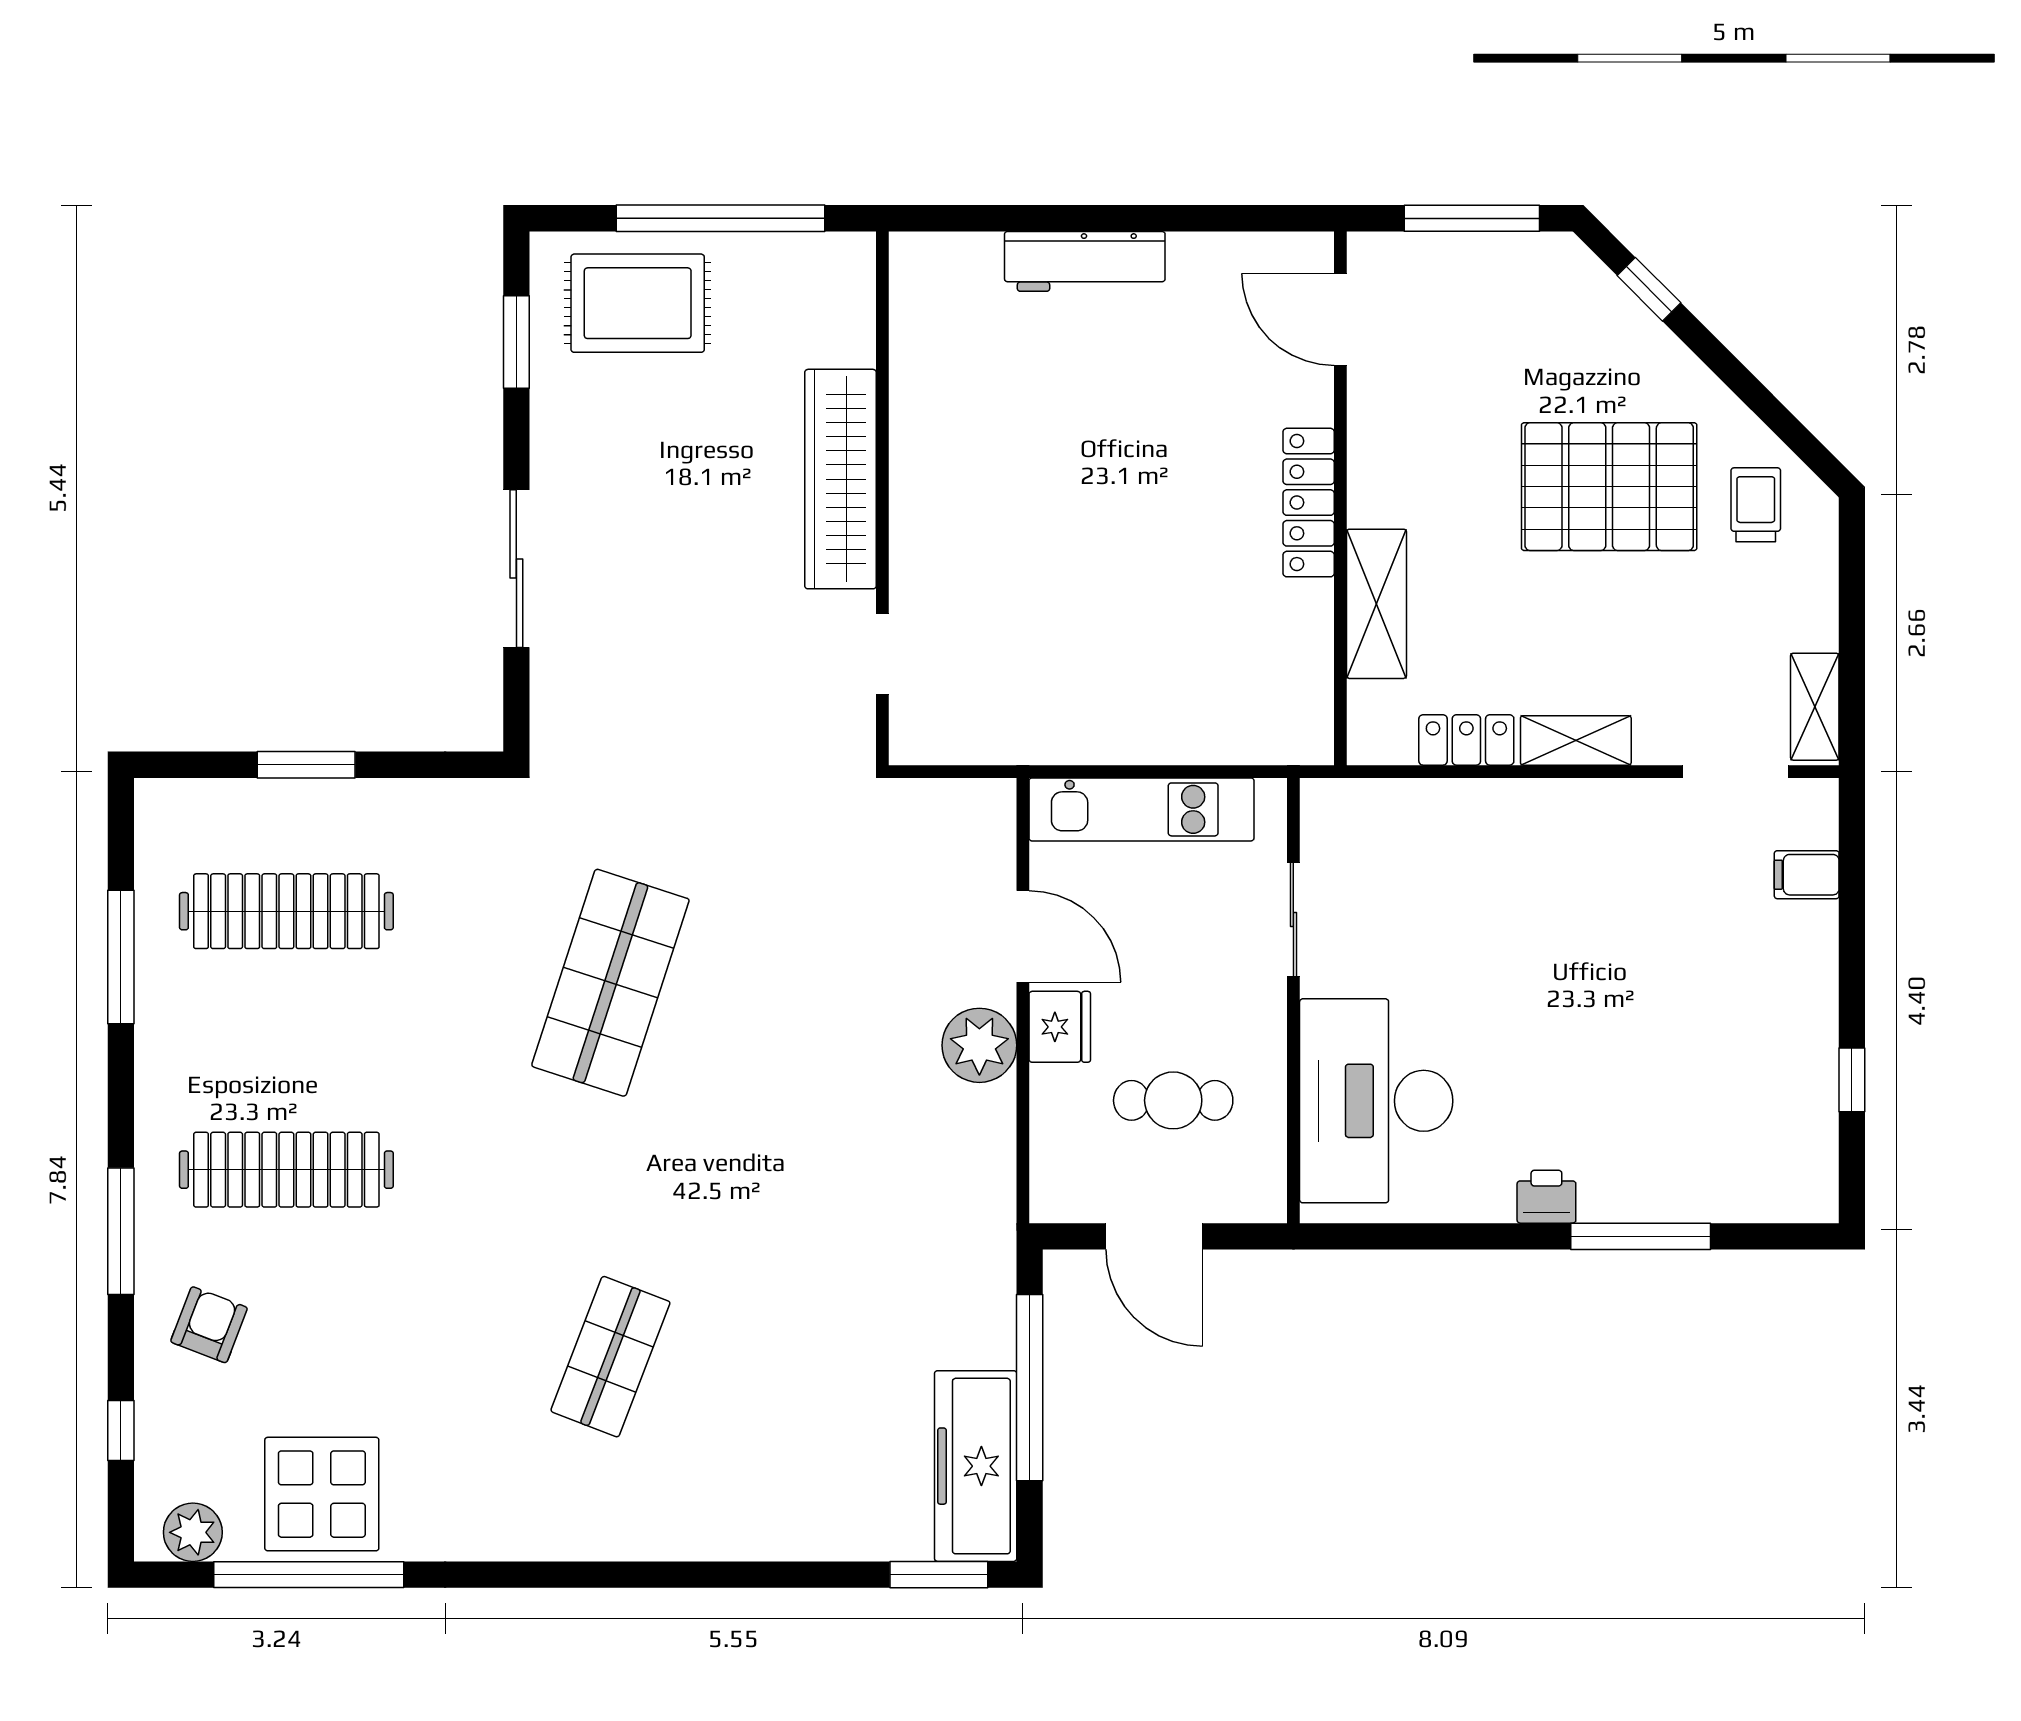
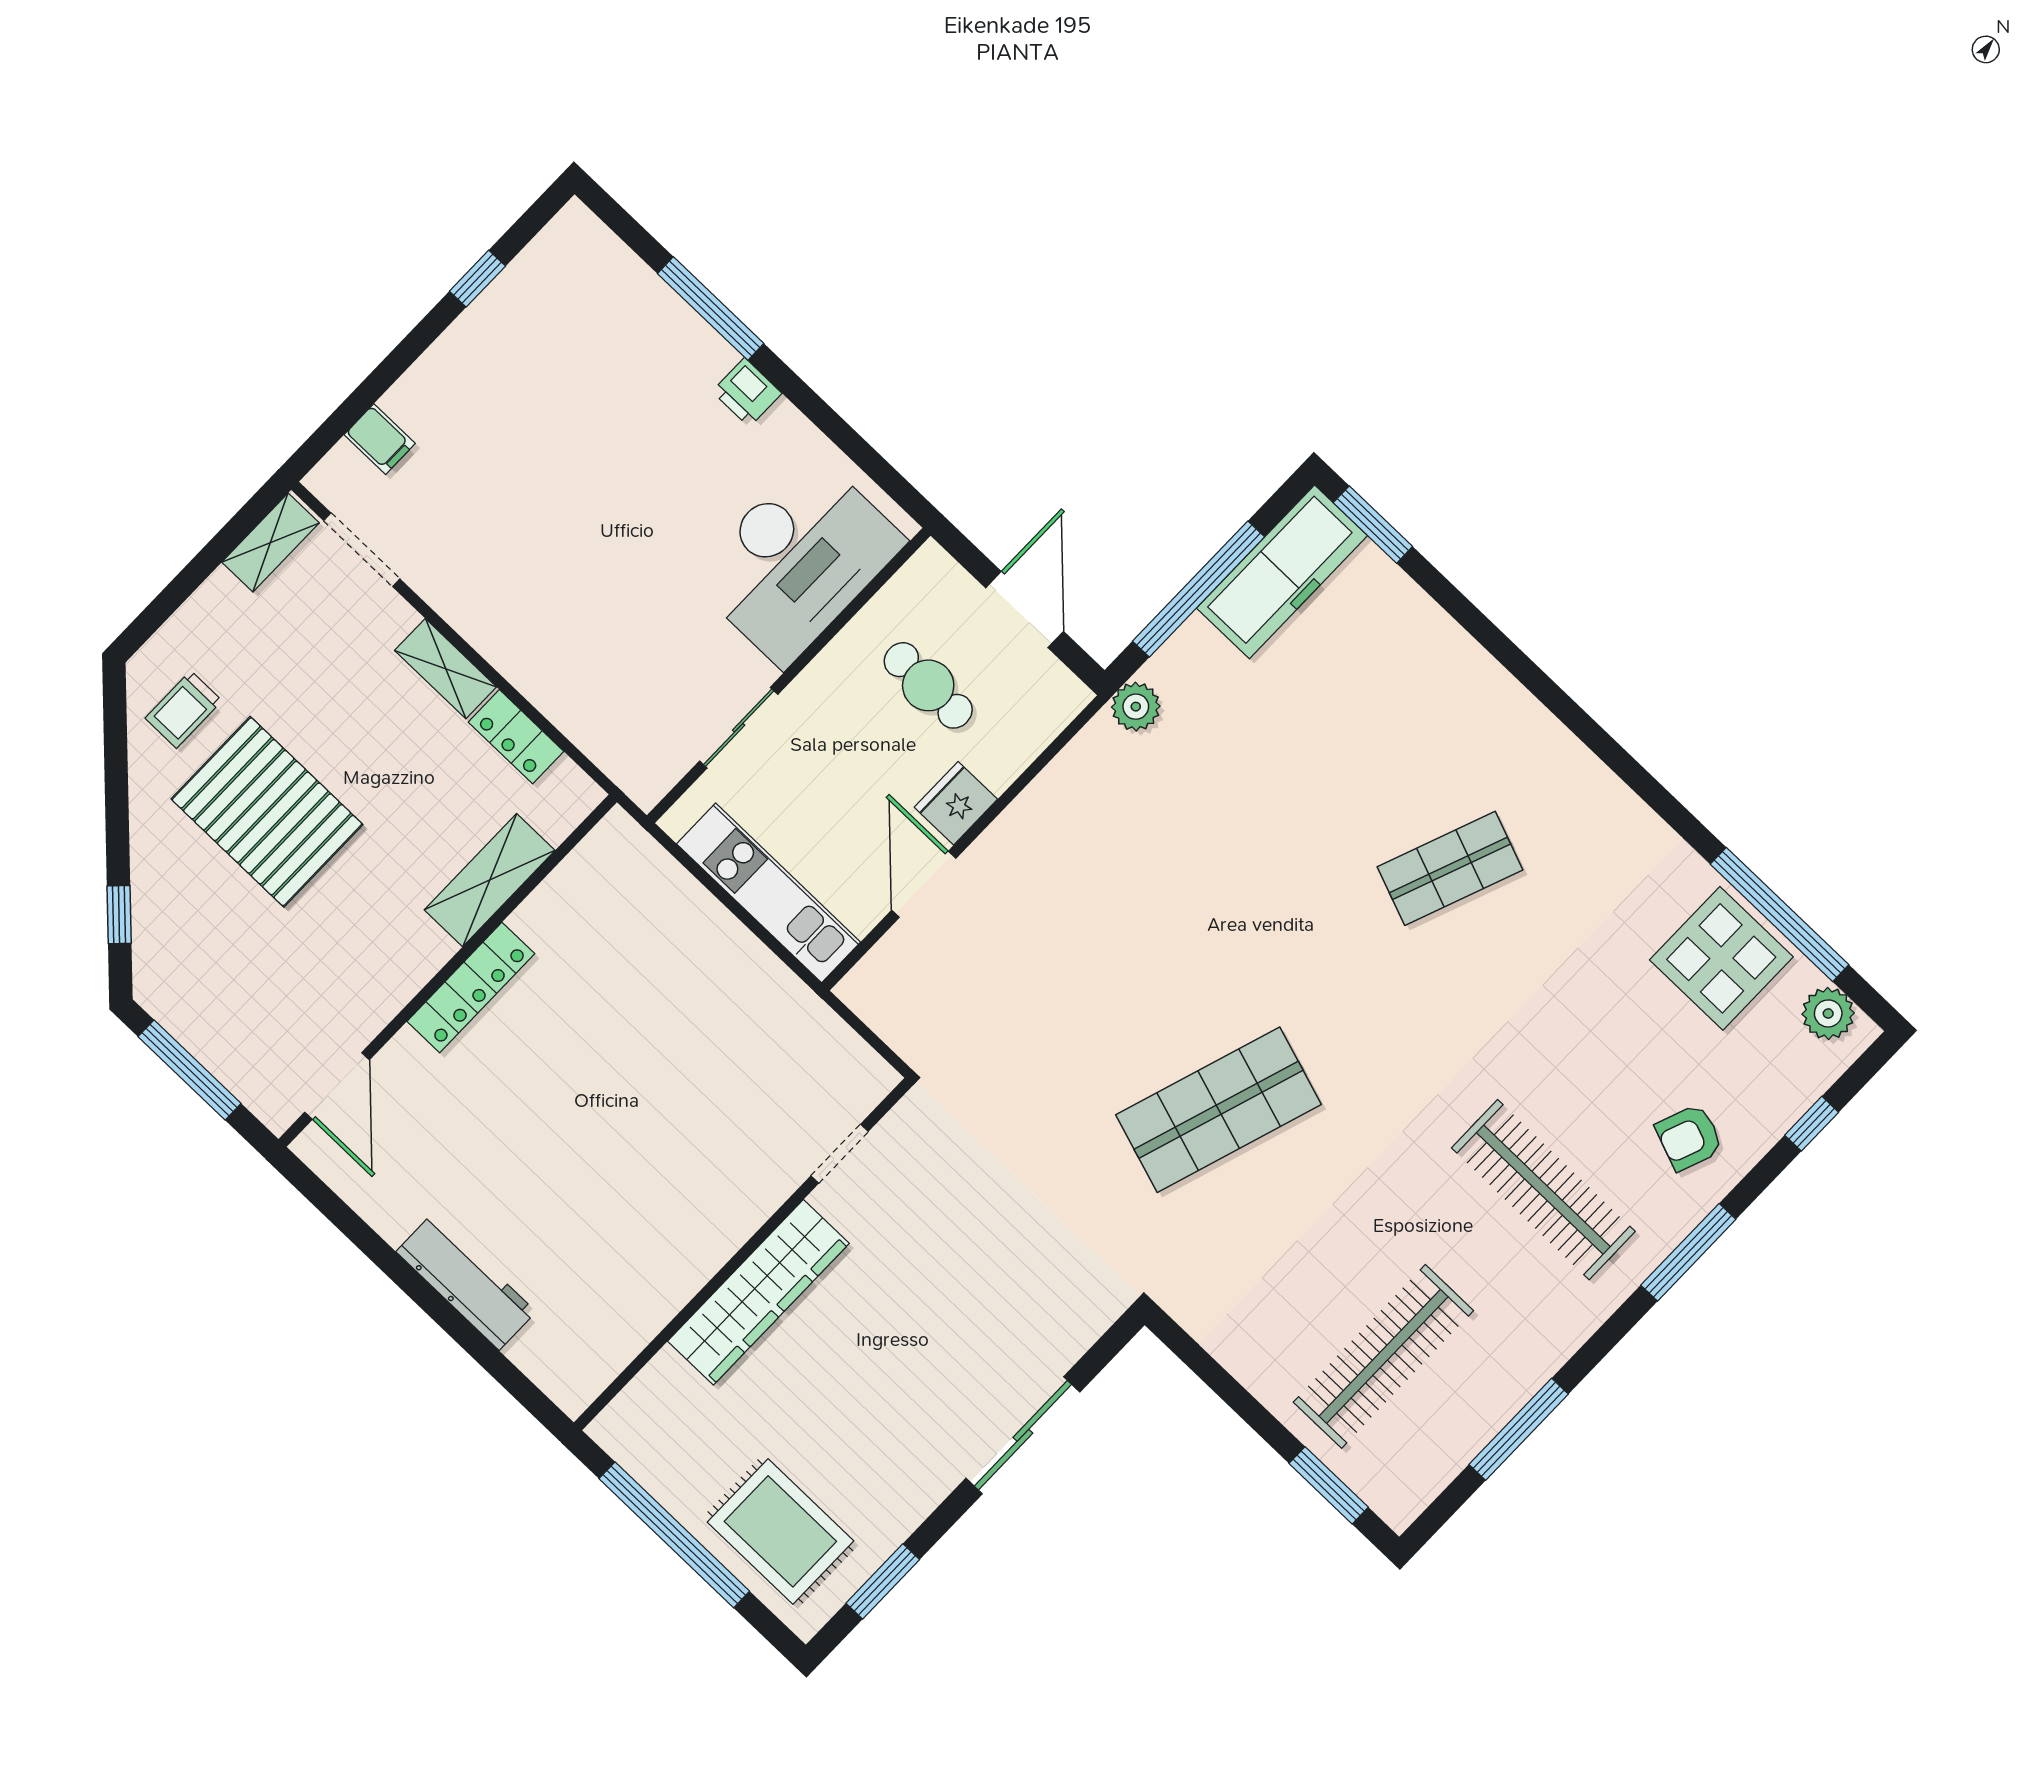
window: (306, 765) -> (1329, 1485), moved
clothes rail: (286, 911) -> (1383, 1356), turned 90
plant: (979, 1045) -> (1136, 707), moved, width x0.73, depth x0.73

